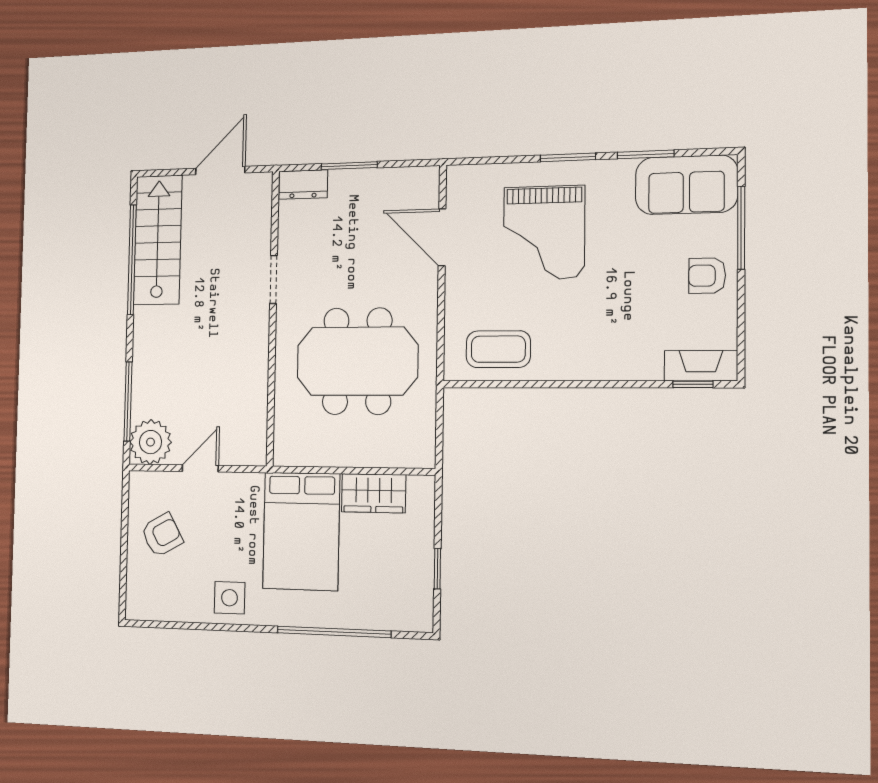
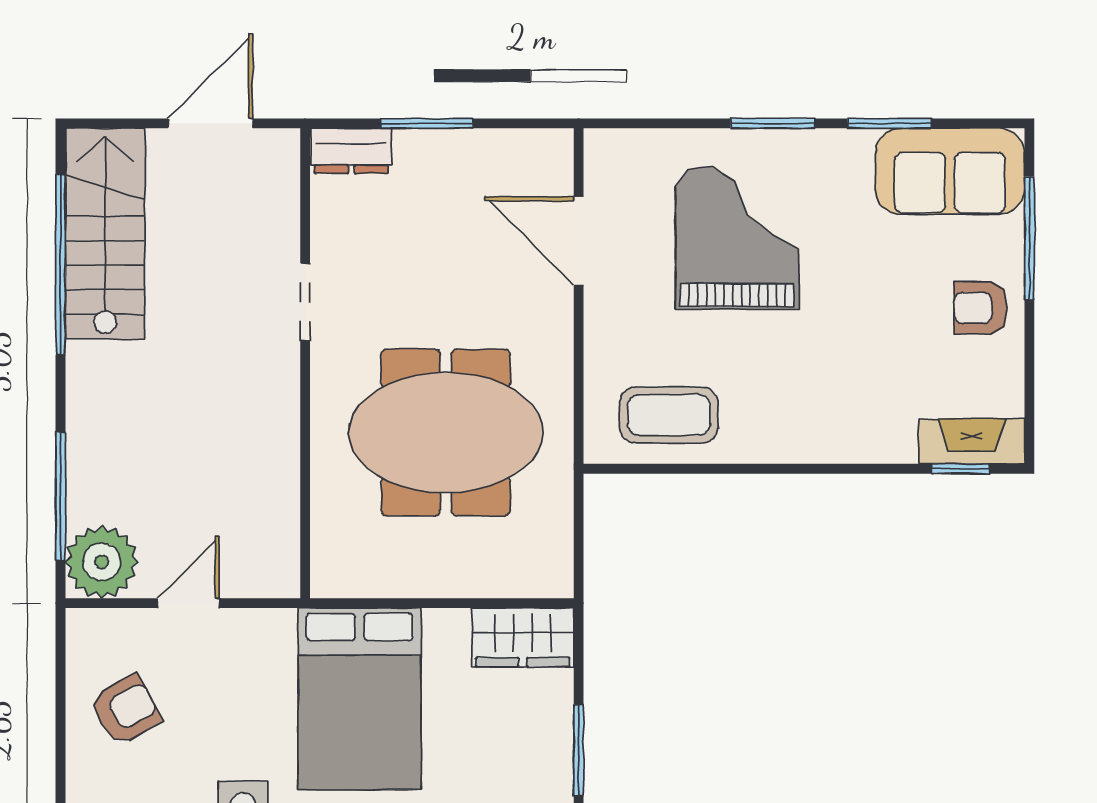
grand piano: (544, 233) -> (737, 238), turned 180
wardrobe: (374, 493) -> (523, 637), moved
window: (437, 569) -> (579, 750), width x1.50

